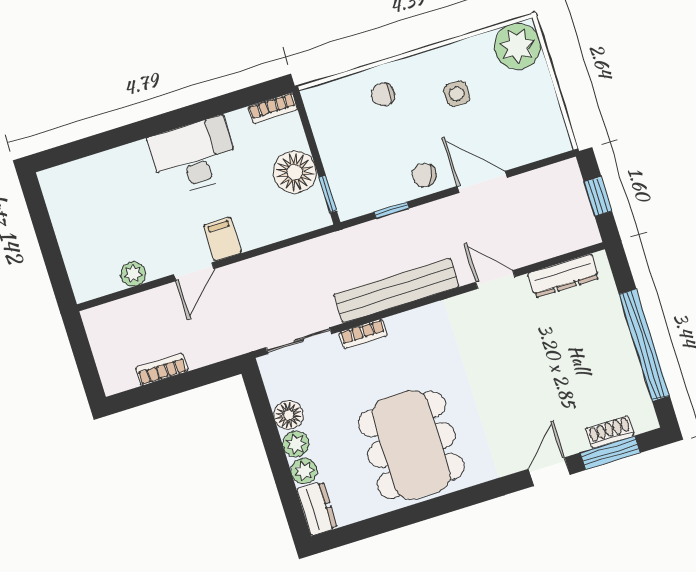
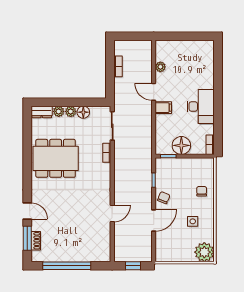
dresser: (564, 276) -> (105, 242), removed
bench: (397, 290) -> (120, 172), removed

